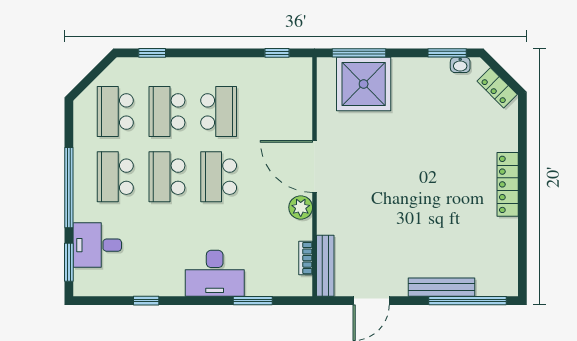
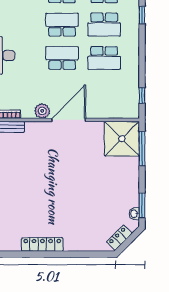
shower: (364, 84) -> (122, 139), moved
school desk: (167, 111) -> (104, 25), turned 180
locker: (508, 184) -> (42, 244), moved

